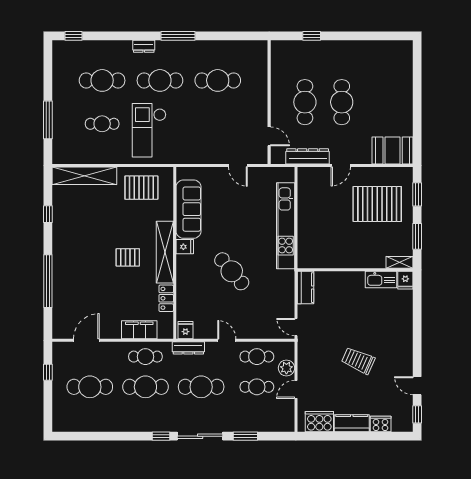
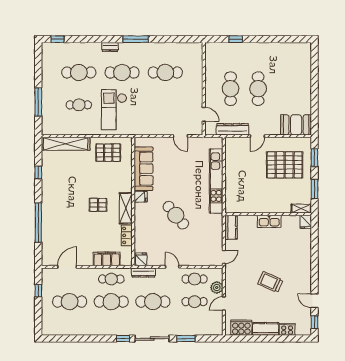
shelving: (165, 252) -> (126, 208), width x0.68
kitchen sink: (381, 280) -> (269, 221), moved
door: (296, 327) -> (224, 257), swing flipped

